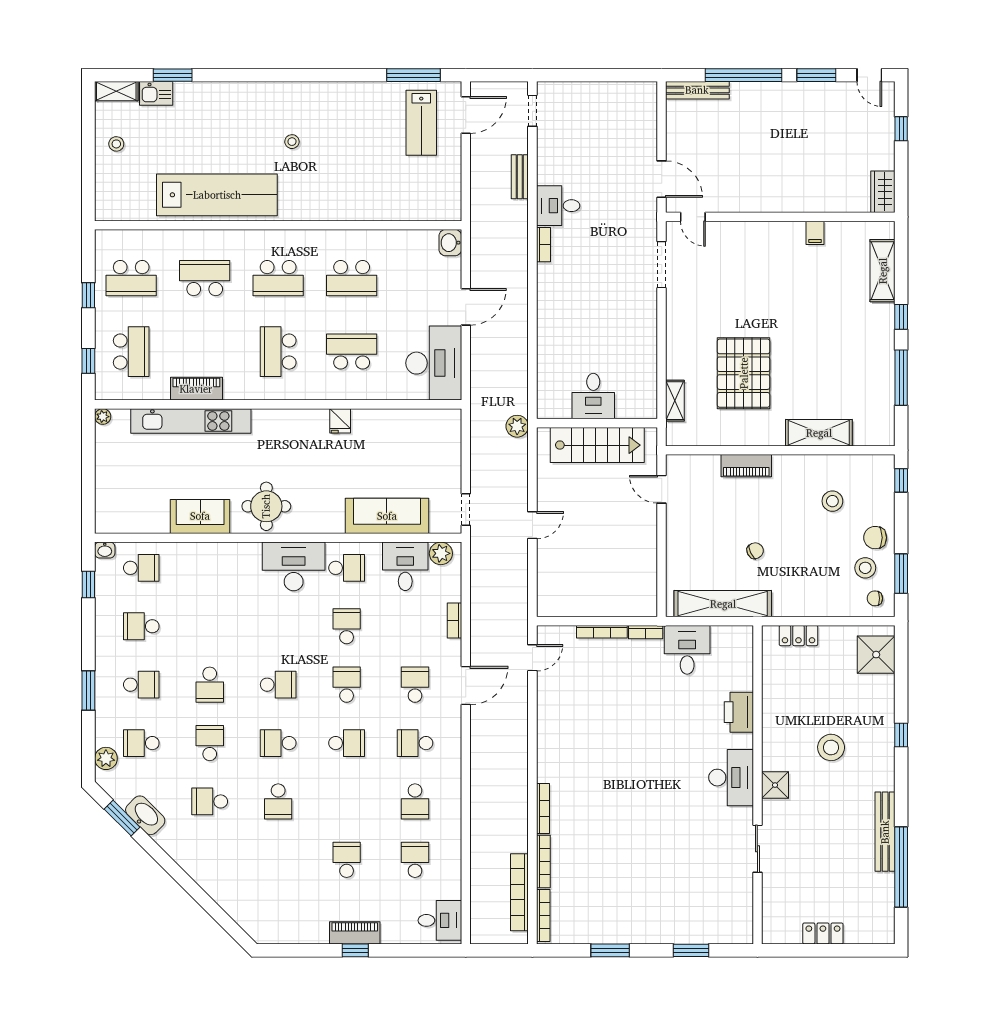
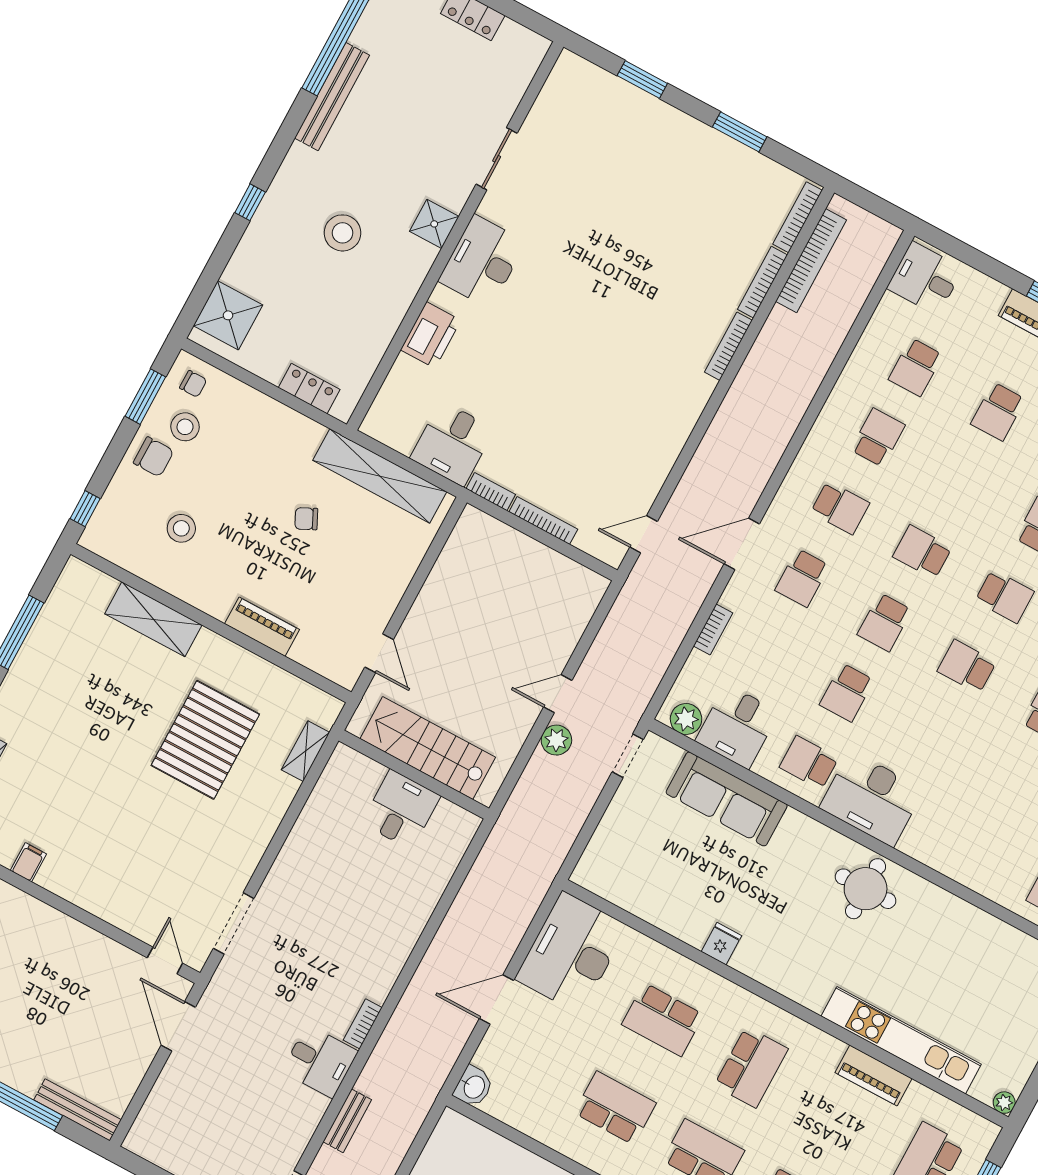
plant: (517, 426) -> (556, 740), moved
sofa: (200, 516) -> (952, 919), removed

